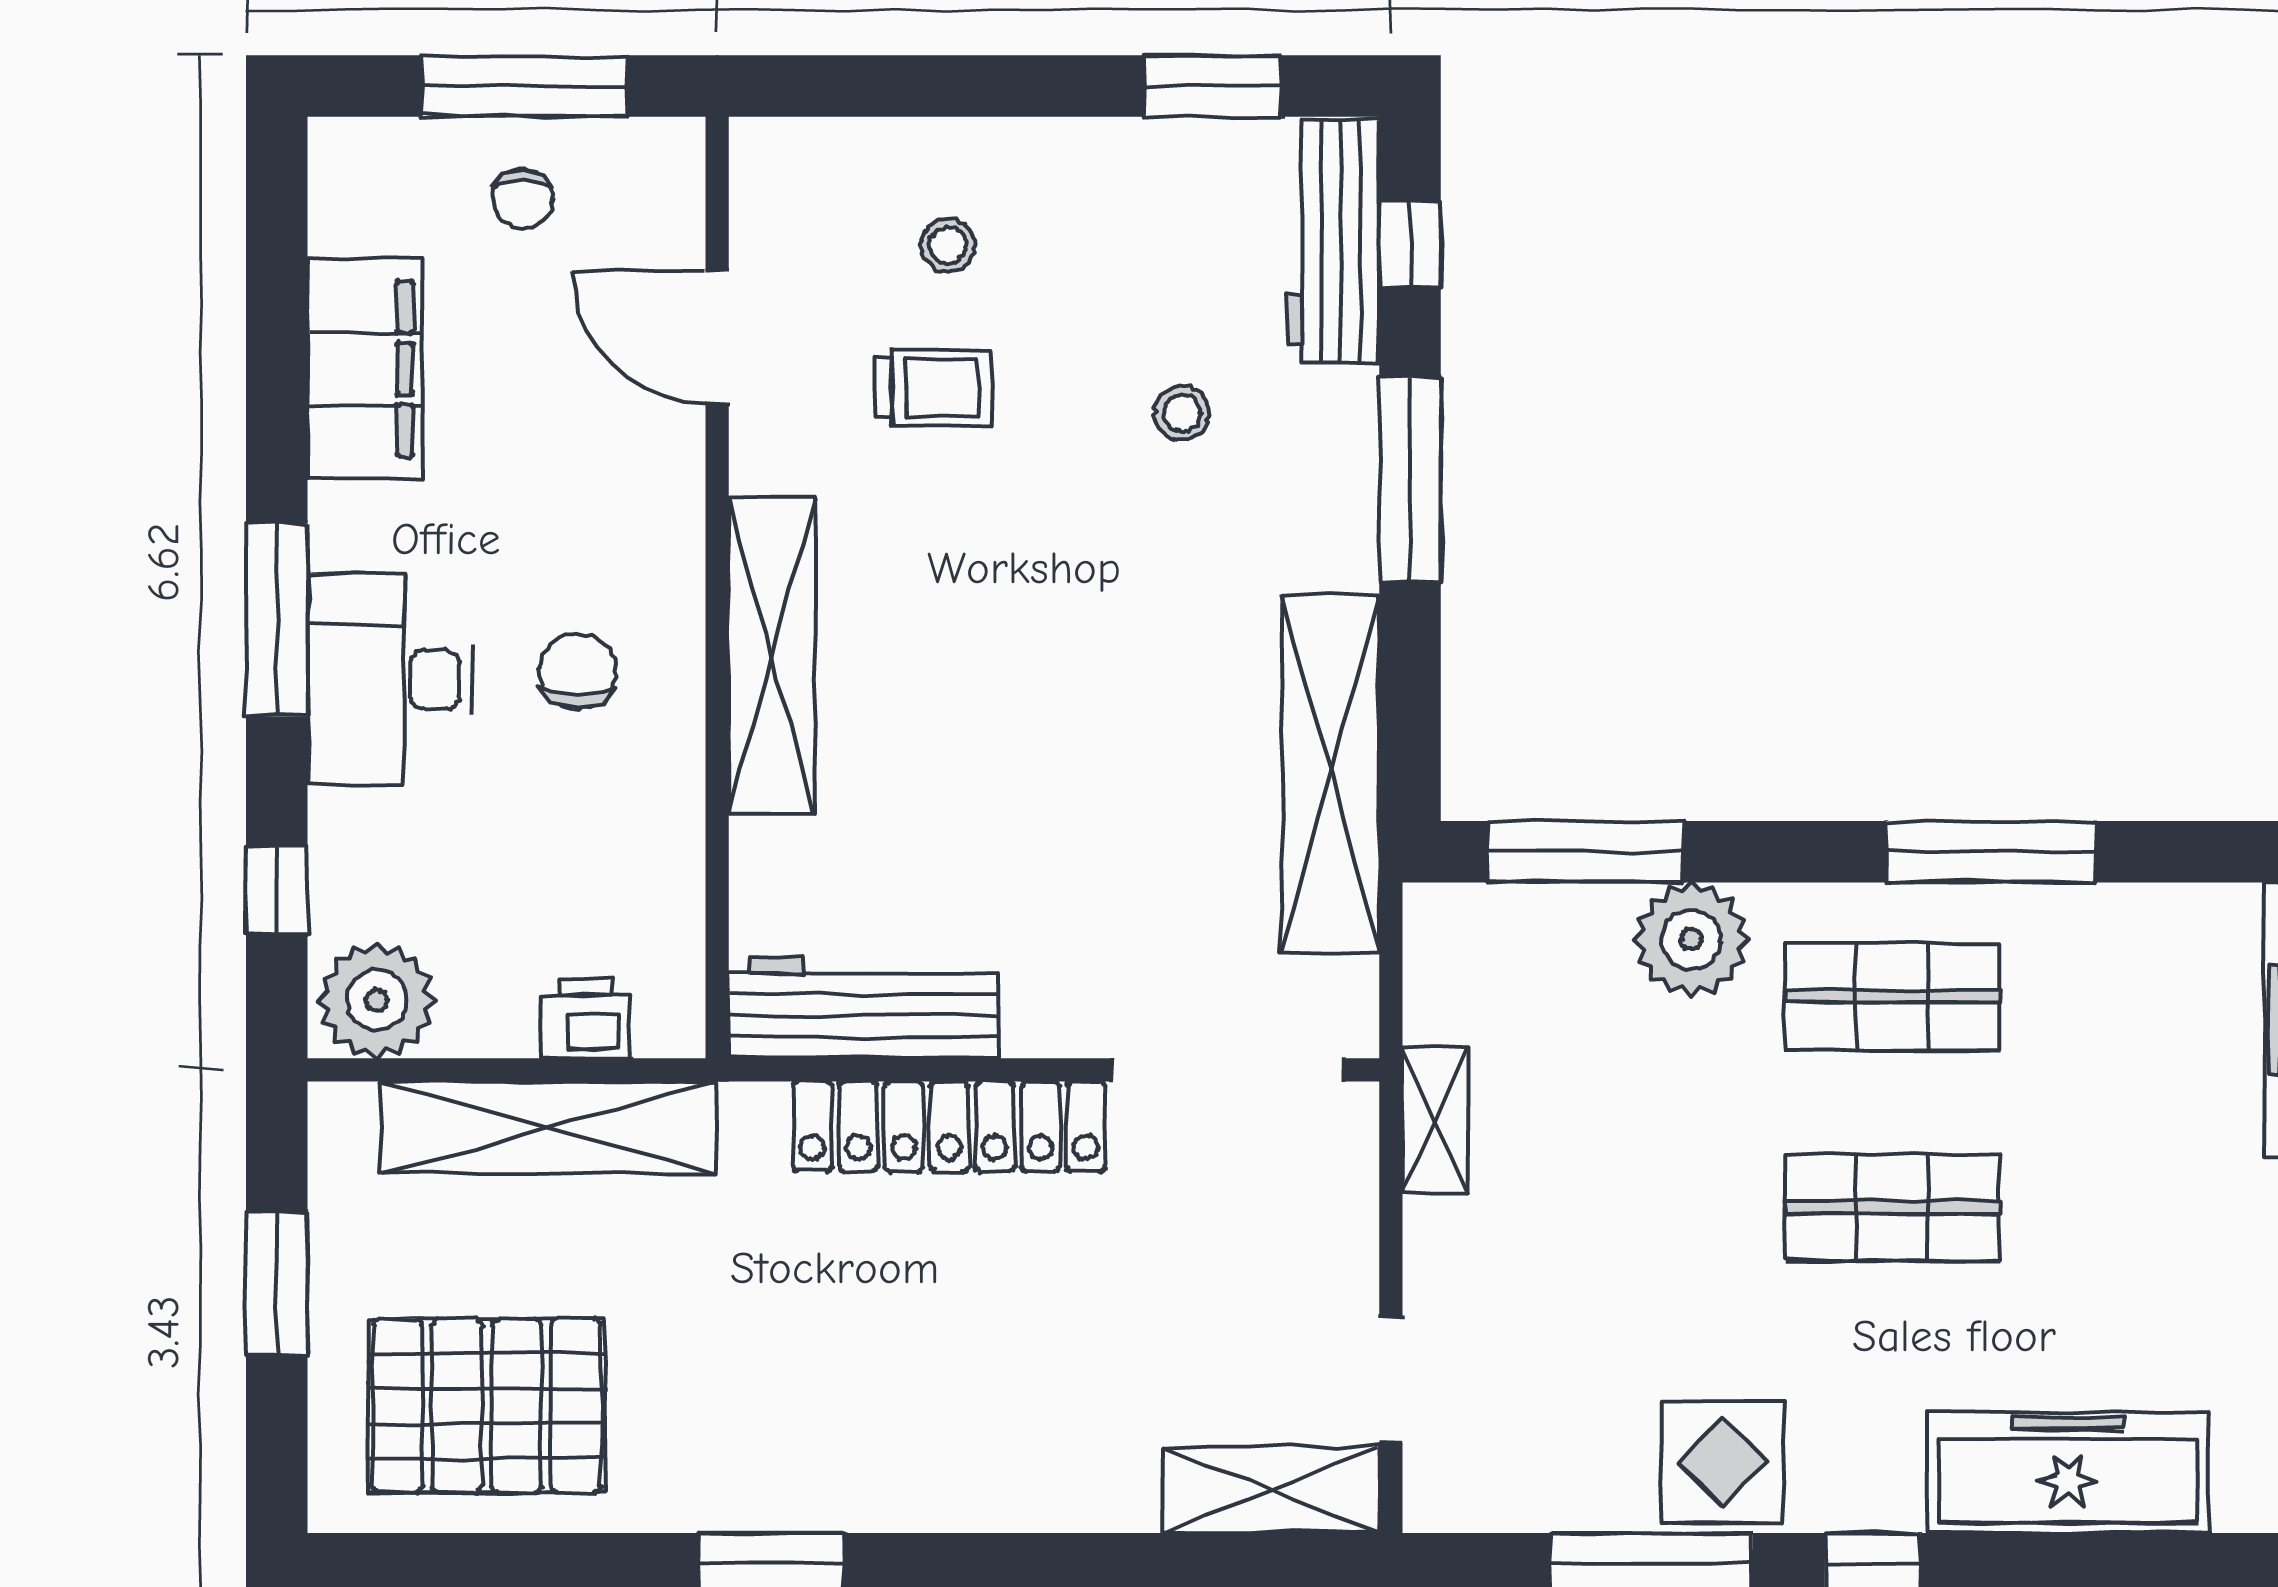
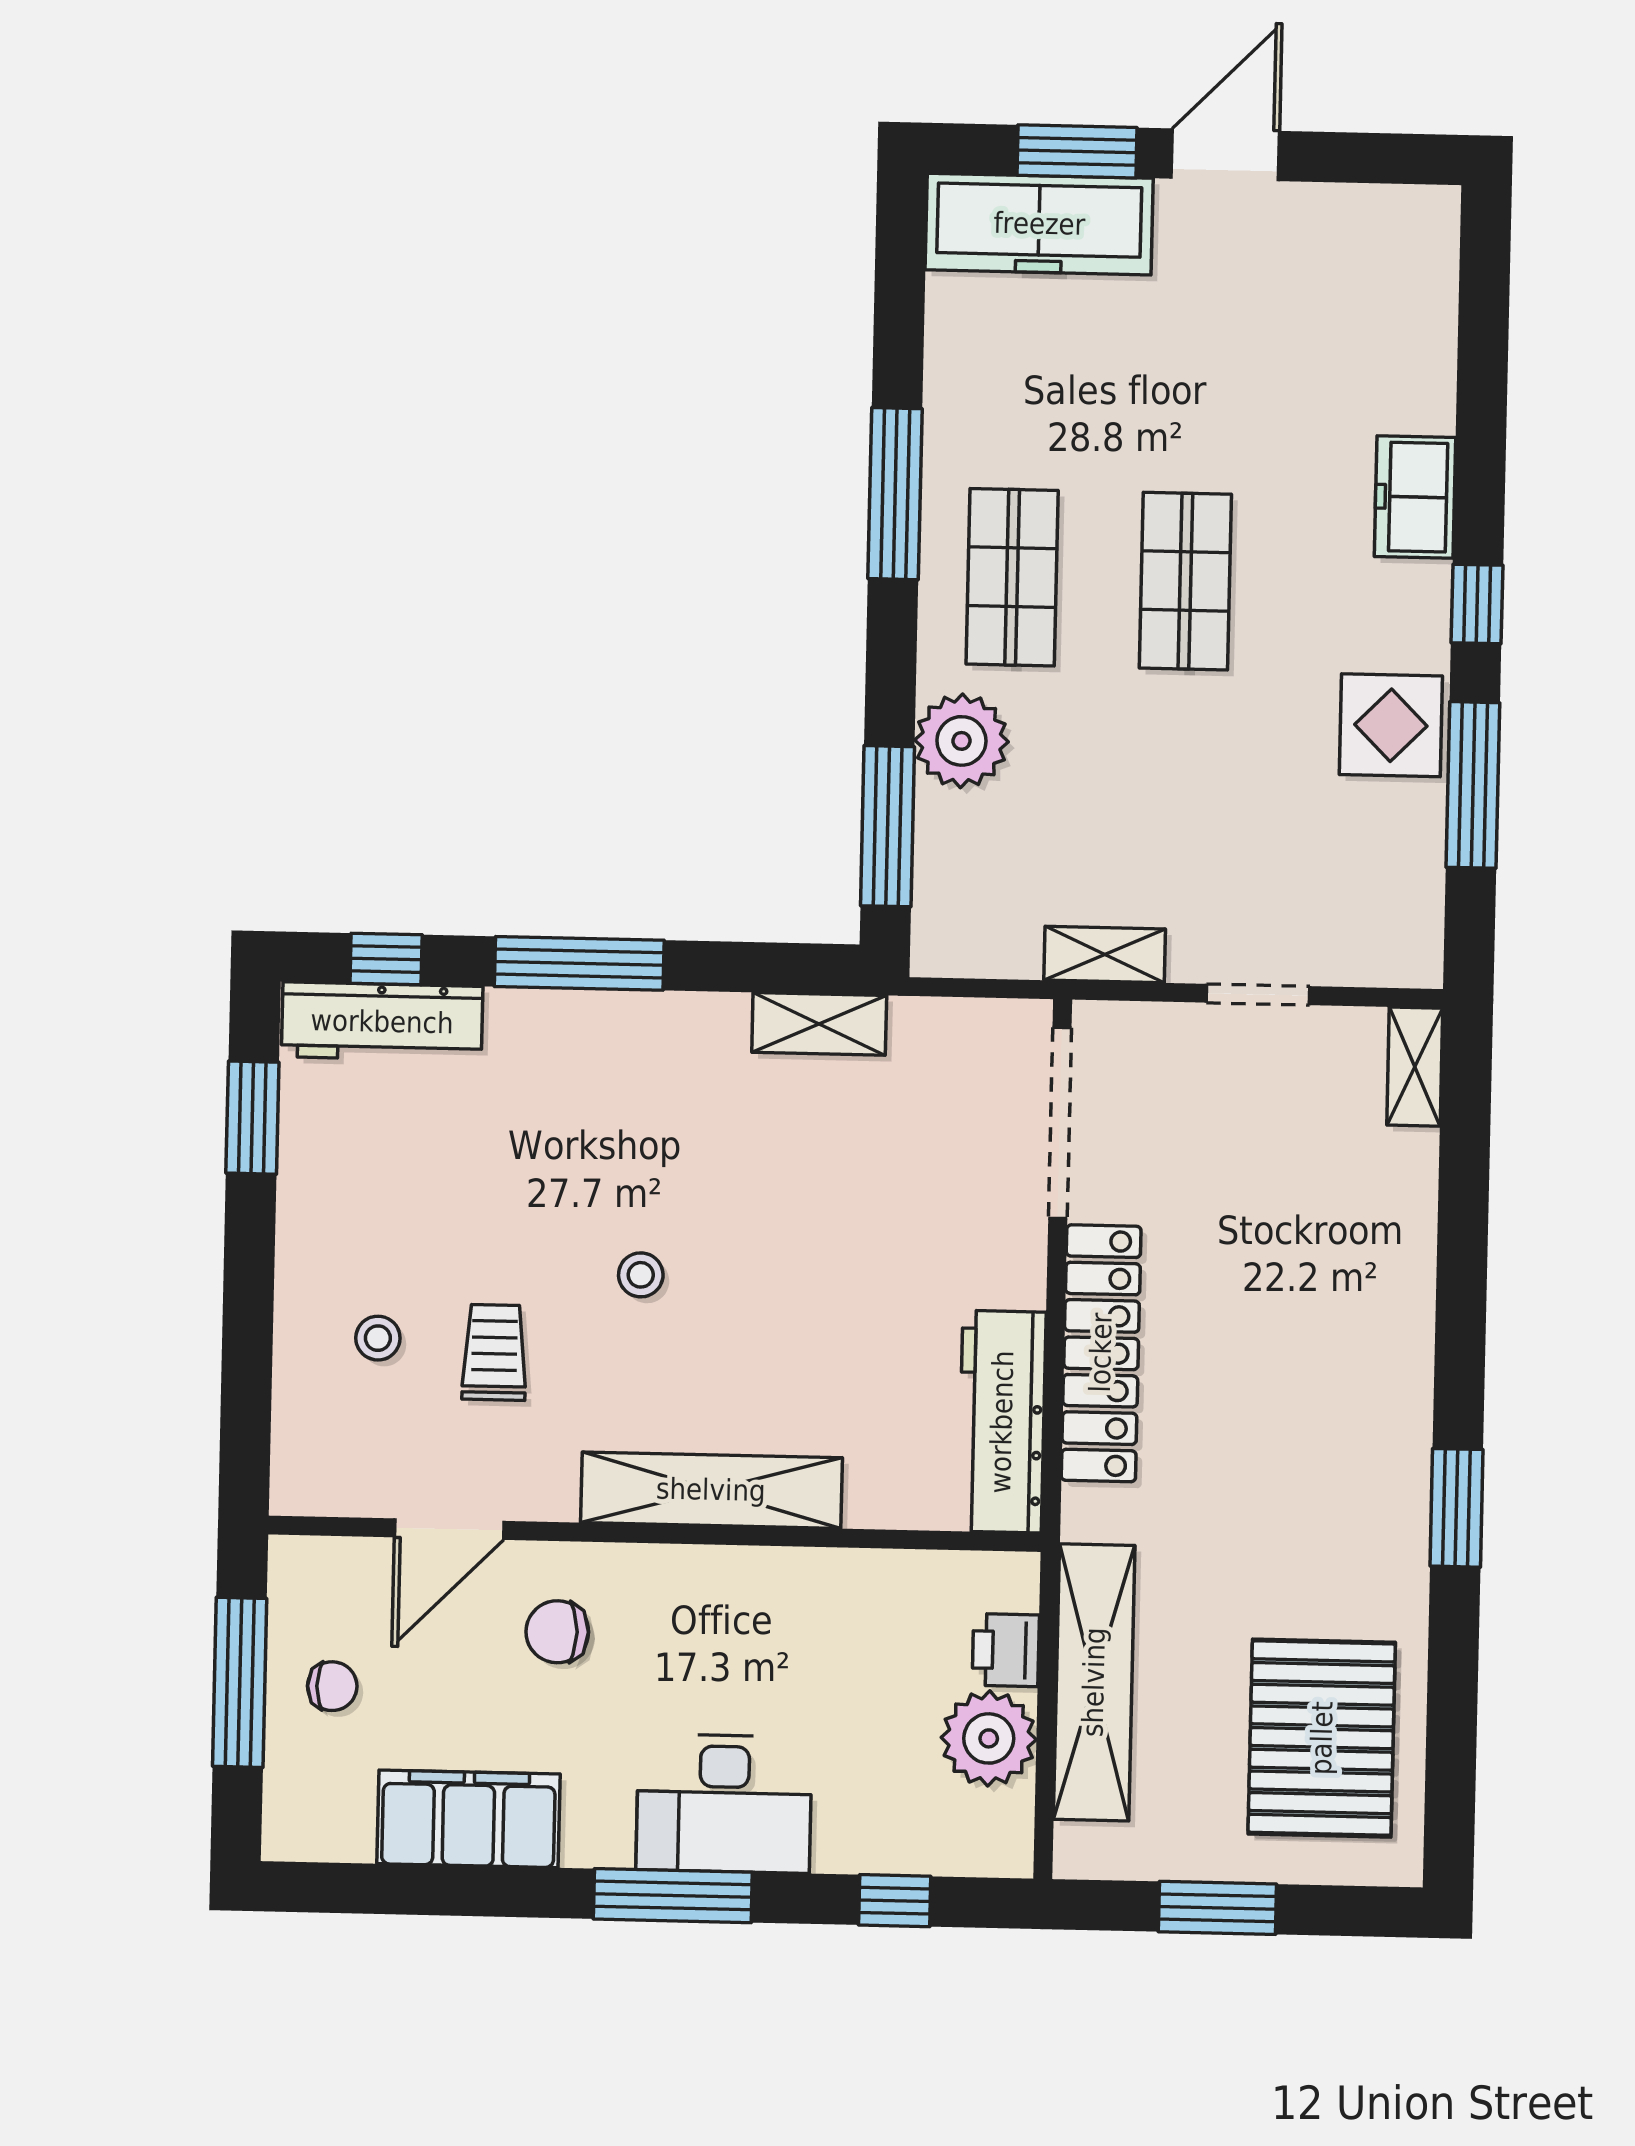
stool: (1182, 413) -> (641, 1275), moved
chair: (577, 671) -> (557, 1632), moved
shelving: (1331, 774) -> (819, 1024), width x0.45, depth x0.75
plant: (377, 1000) -> (989, 1738), moved
doorway: (1391, 1380) -> (1258, 994), moved
freezer: (2068, 1473) -> (1415, 497), width x0.52, depth x0.79
shelving: (1271, 1490) -> (1415, 1067), width x0.67, depth x0.75

